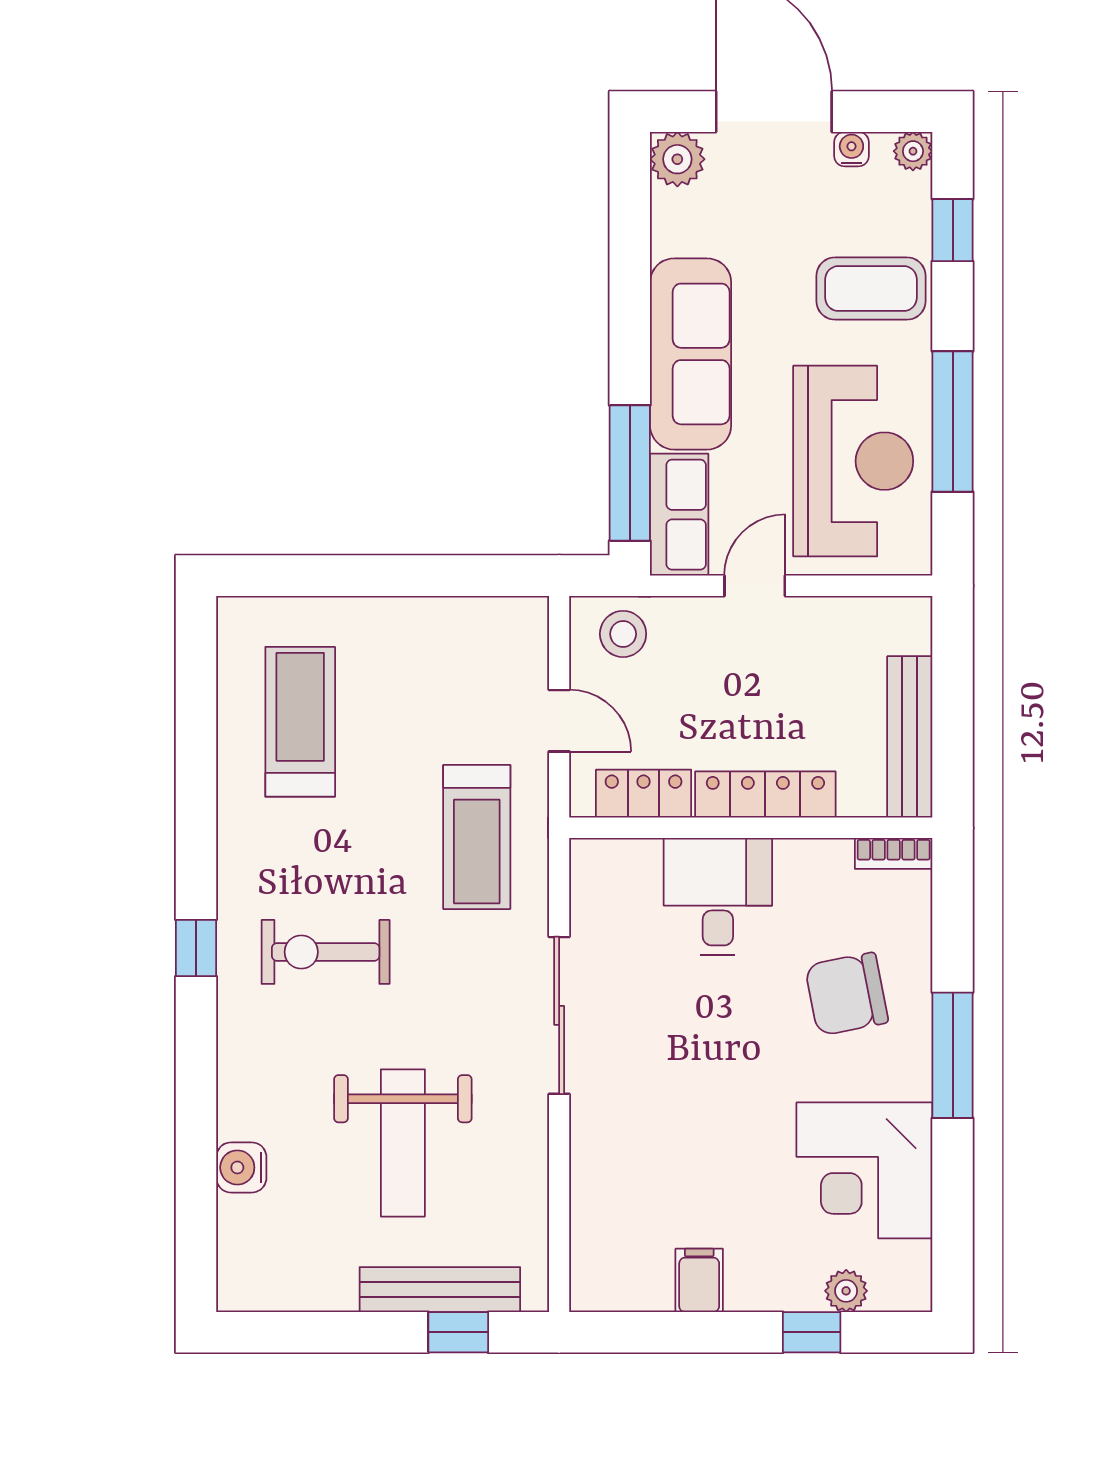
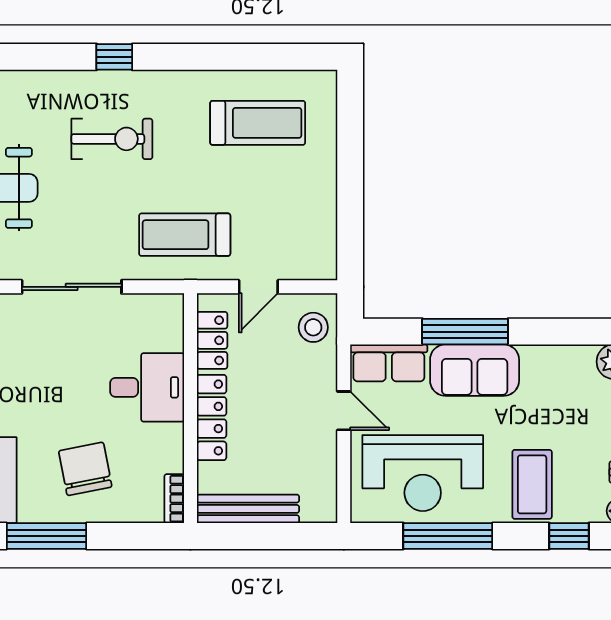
sofa: (691, 354) -> (475, 370), width x0.73
window: (630, 473) -> (465, 332), moved
exercise bike: (326, 952) -> (112, 139), turned 90

